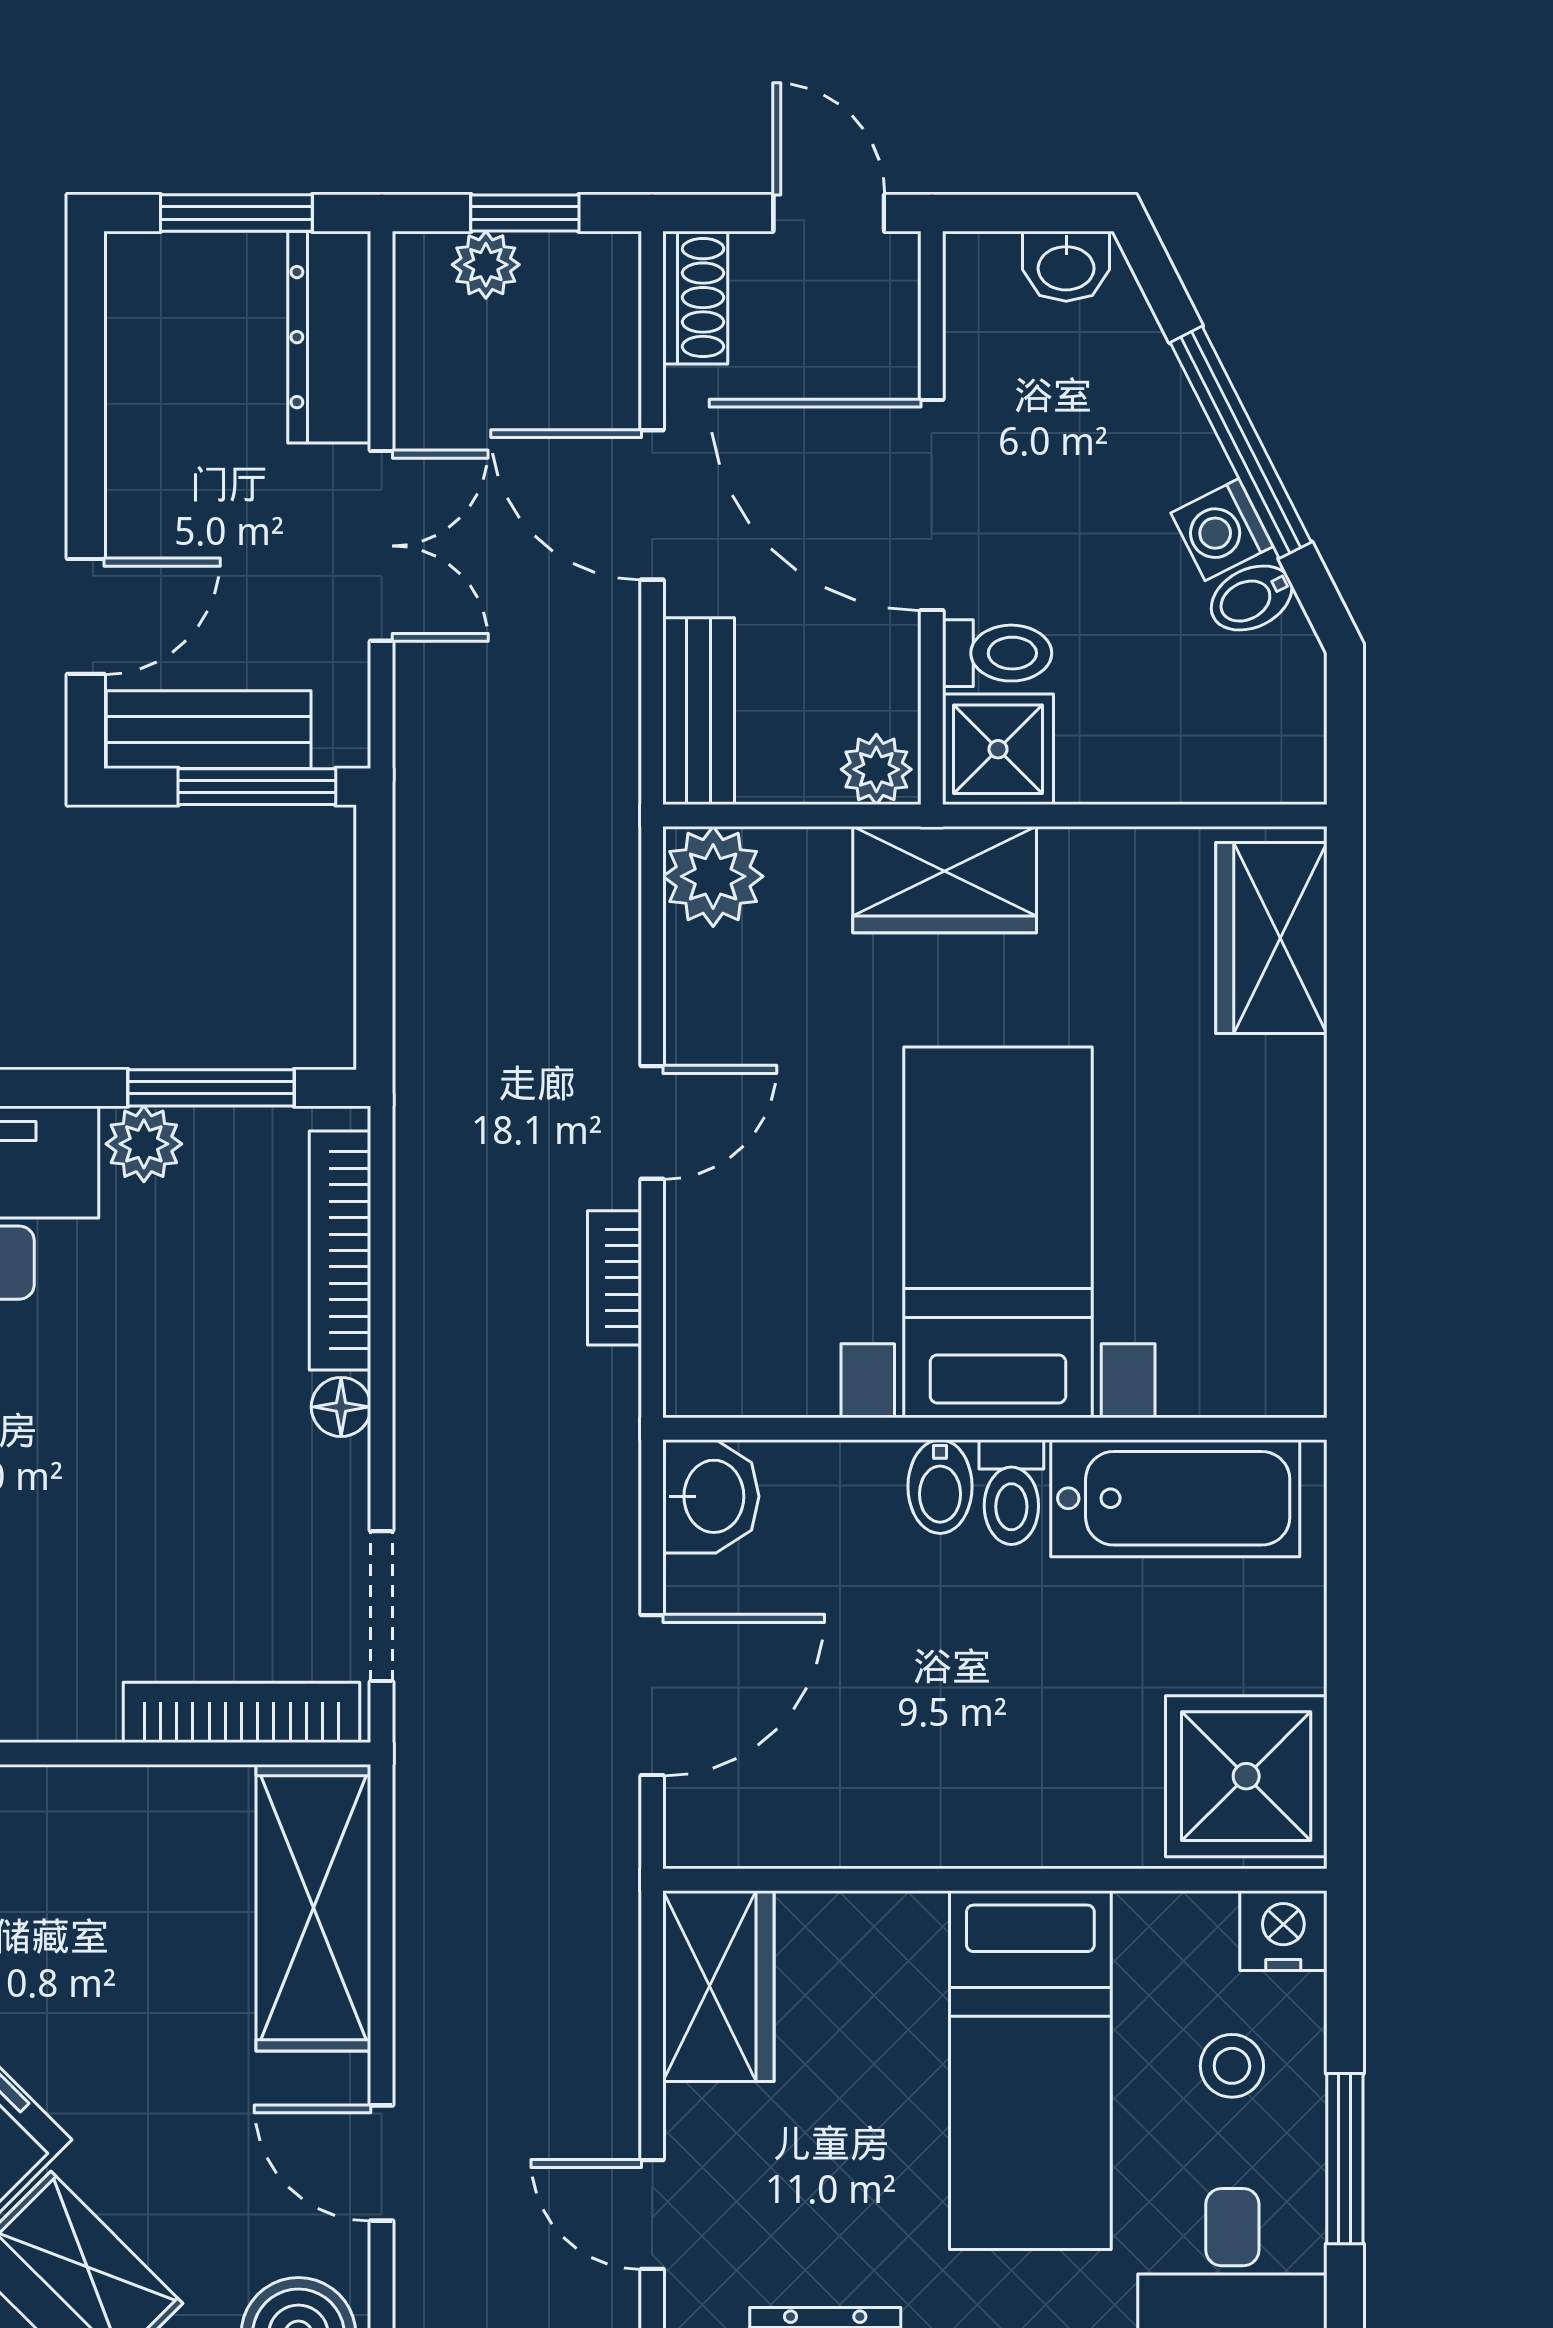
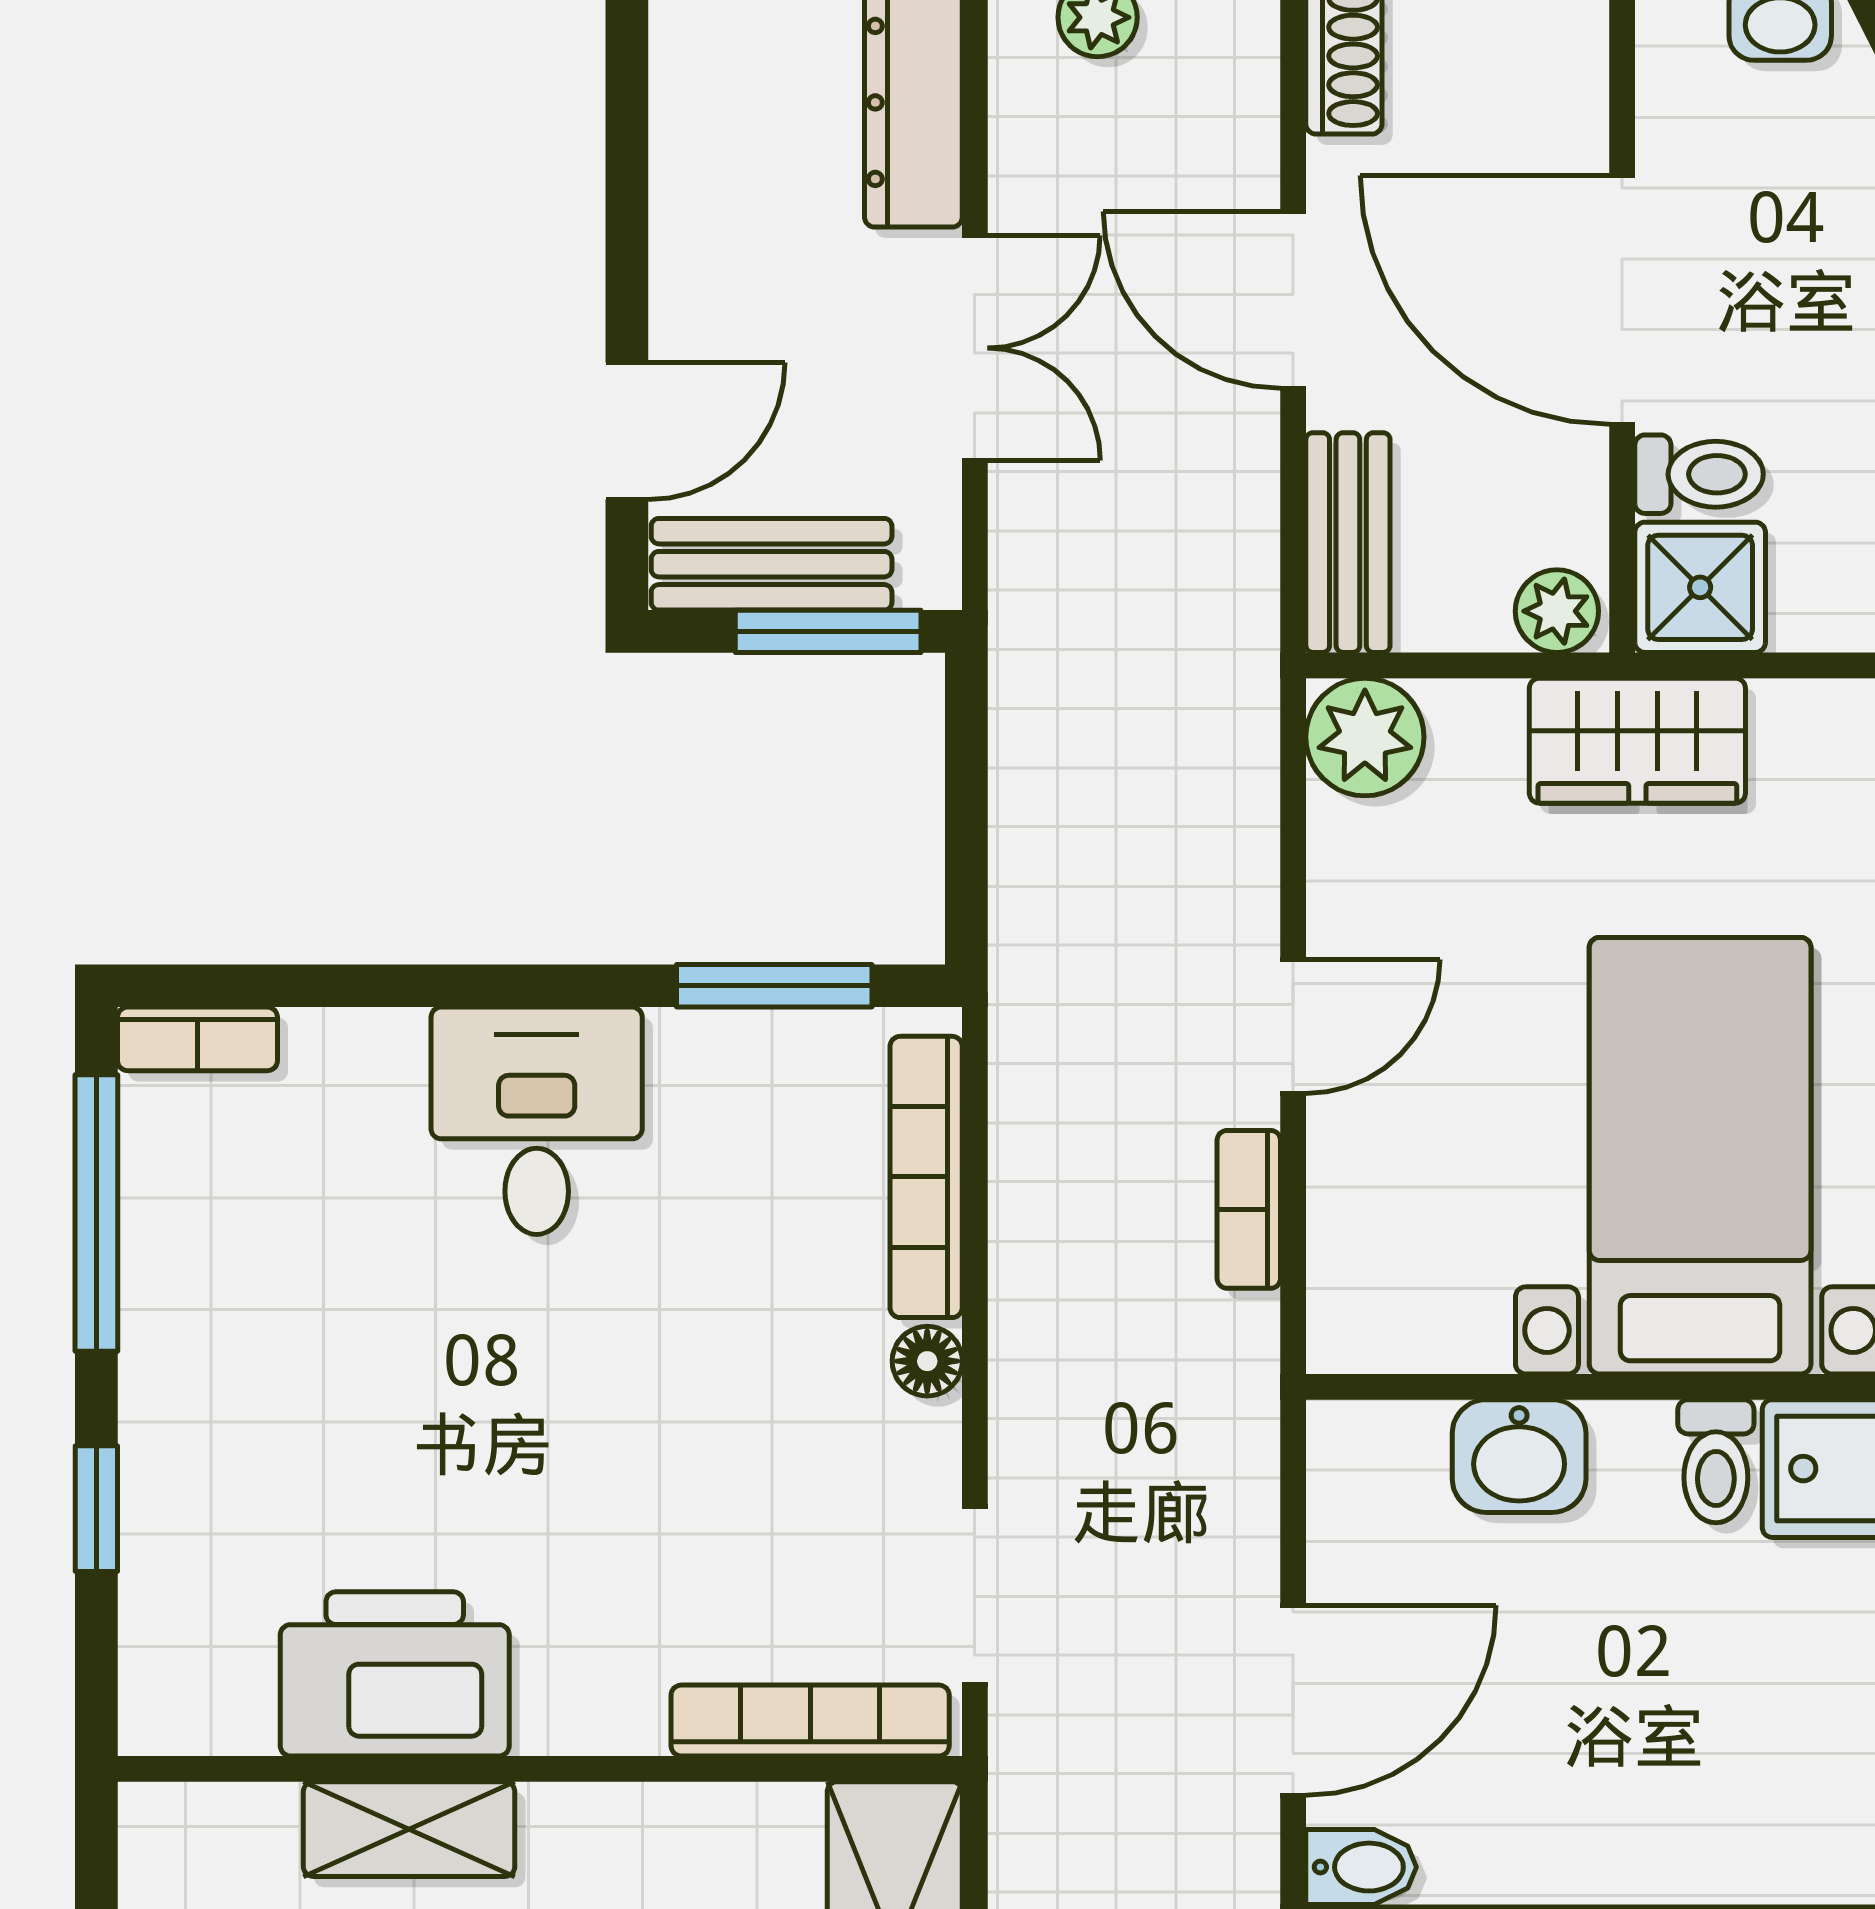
plant: (144, 1144) -> (695, 1052), removed
bidet: (940, 1487) -> (1361, 1867), moved, turned -90
washbasin: (711, 1496) -> (1519, 1456), moved, turned 90

